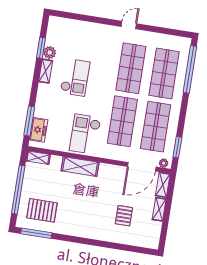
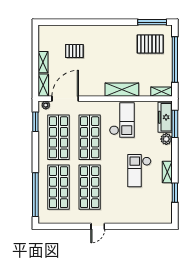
plant: (50, 53) -> (166, 139), moved
freezer: (39, 130) -> (165, 117), width x1.40
pallet: (124, 216) -> (74, 51), turned 90

